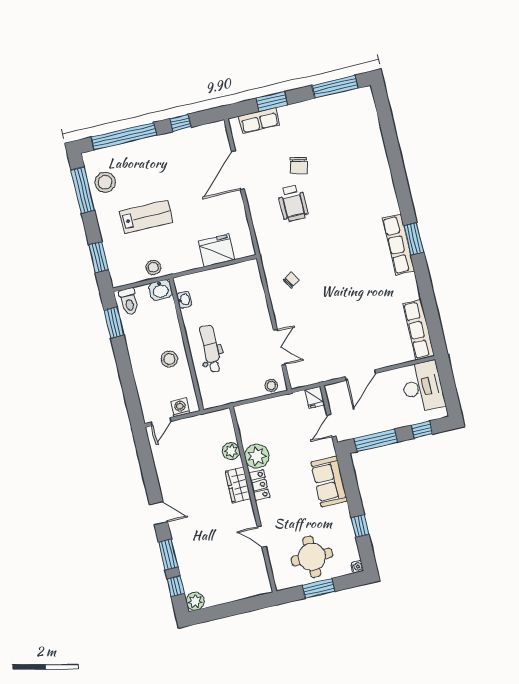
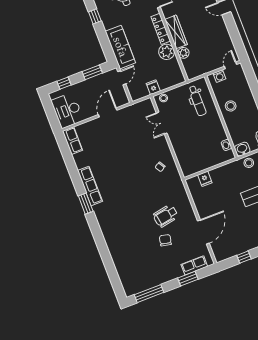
wheelchair: (293, 203) -> (166, 216), turned -100
row of seats: (398, 244) -> (90, 186), moved
fridge: (217, 250) -> (205, 179), width x0.53, depth x0.75
row of seats: (419, 330) -> (73, 141), width x0.68
dental chair: (211, 349) -> (197, 101), moved
fridge: (315, 397) -> (153, 87), moved
window: (376, 440) -> (92, 72), width x0.69
sofa: (329, 482) -> (120, 47), width x1.36
wardrobe: (238, 485) -> (176, 32), width x1.50
locker: (259, 485) -> (161, 29), width x1.53

